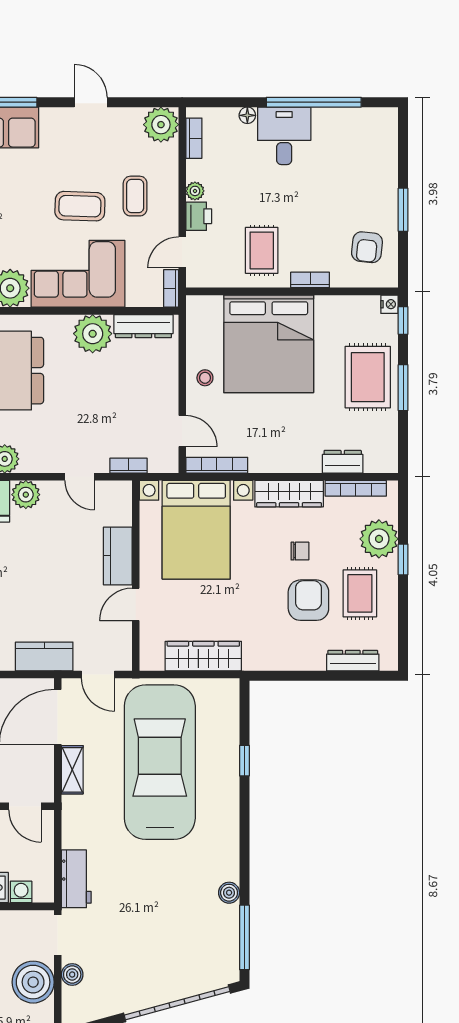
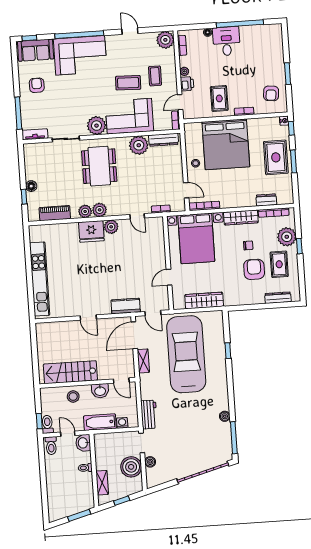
kitchen counter: (118, 556) -> (159, 254), removed

